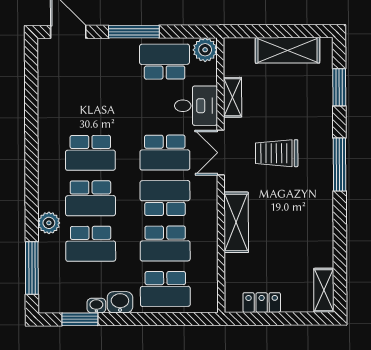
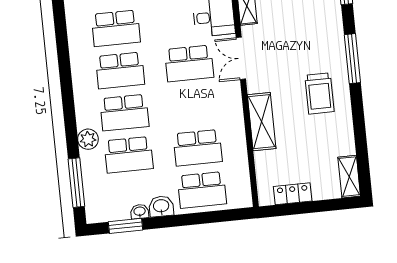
trolley: (277, 153) -> (319, 93), moved, turned -90
school desk: (165, 198) -> (116, 28), moved, turned 180

